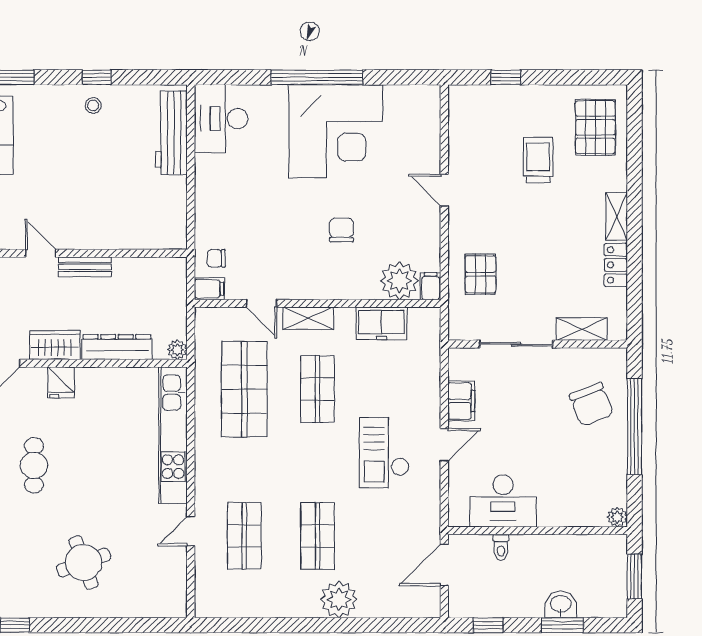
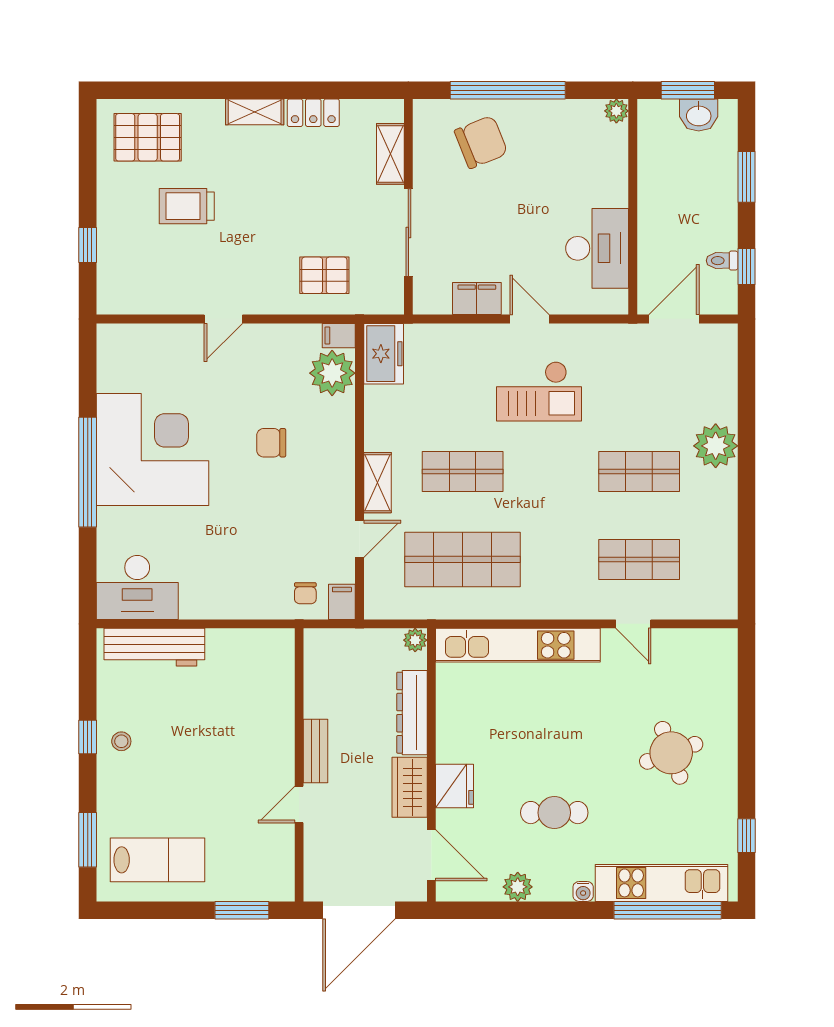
freezer: (381, 323) -> (384, 354), moved
fridge: (61, 382) -> (455, 786), width x1.38
toilet: (501, 547) -> (722, 261), moved, turned 180
door: (444, 565) -> (674, 319), swing flipped
washbasin: (561, 605) -> (699, 115), moved, turned -90

